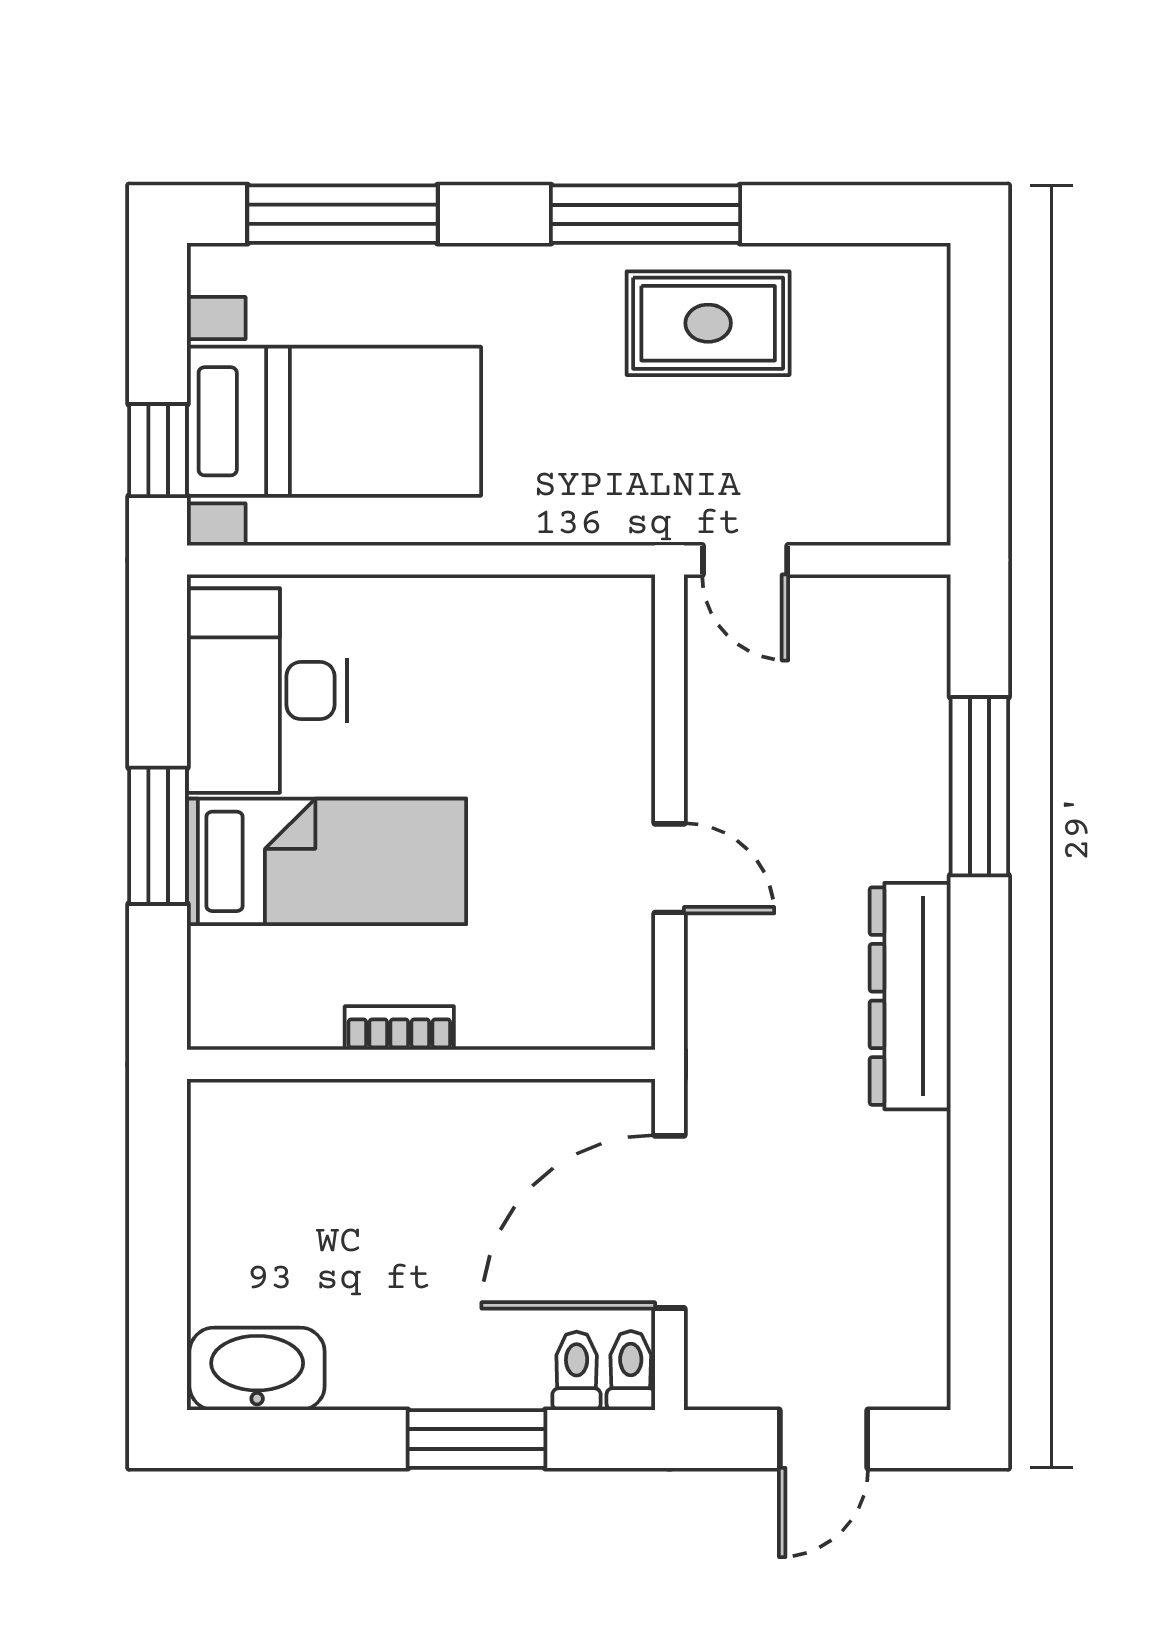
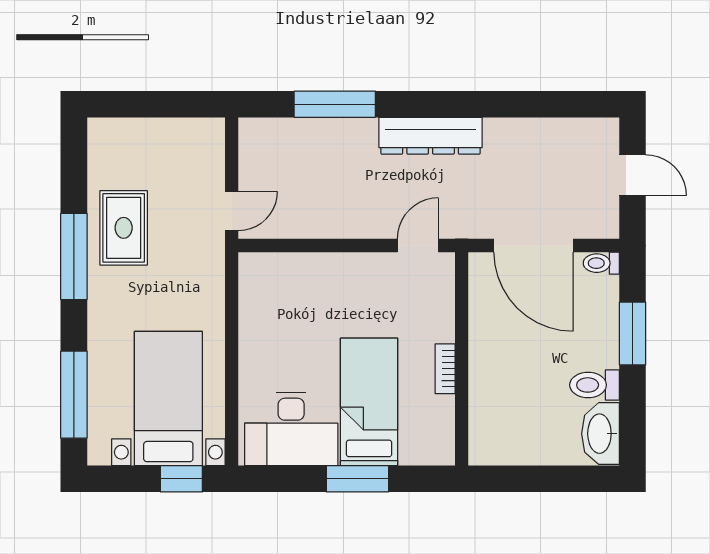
door: (670, 868) -> (418, 245), moved
toilet: (577, 1371) -> (595, 385), moved, width x1.37, depth x1.39

